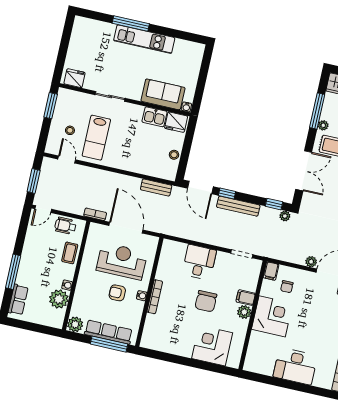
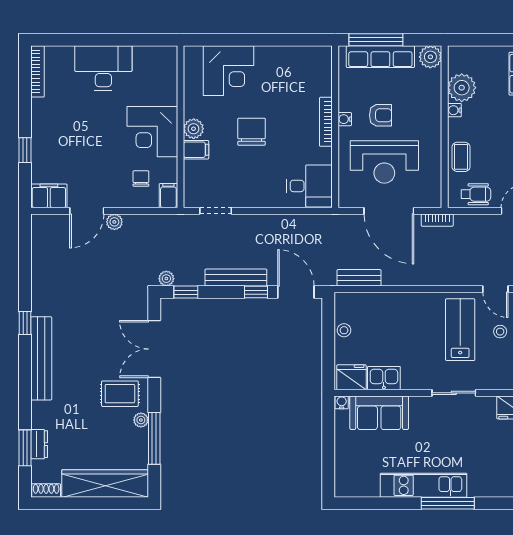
desk: (199, 262) -> (309, 186), moved, turned -90

